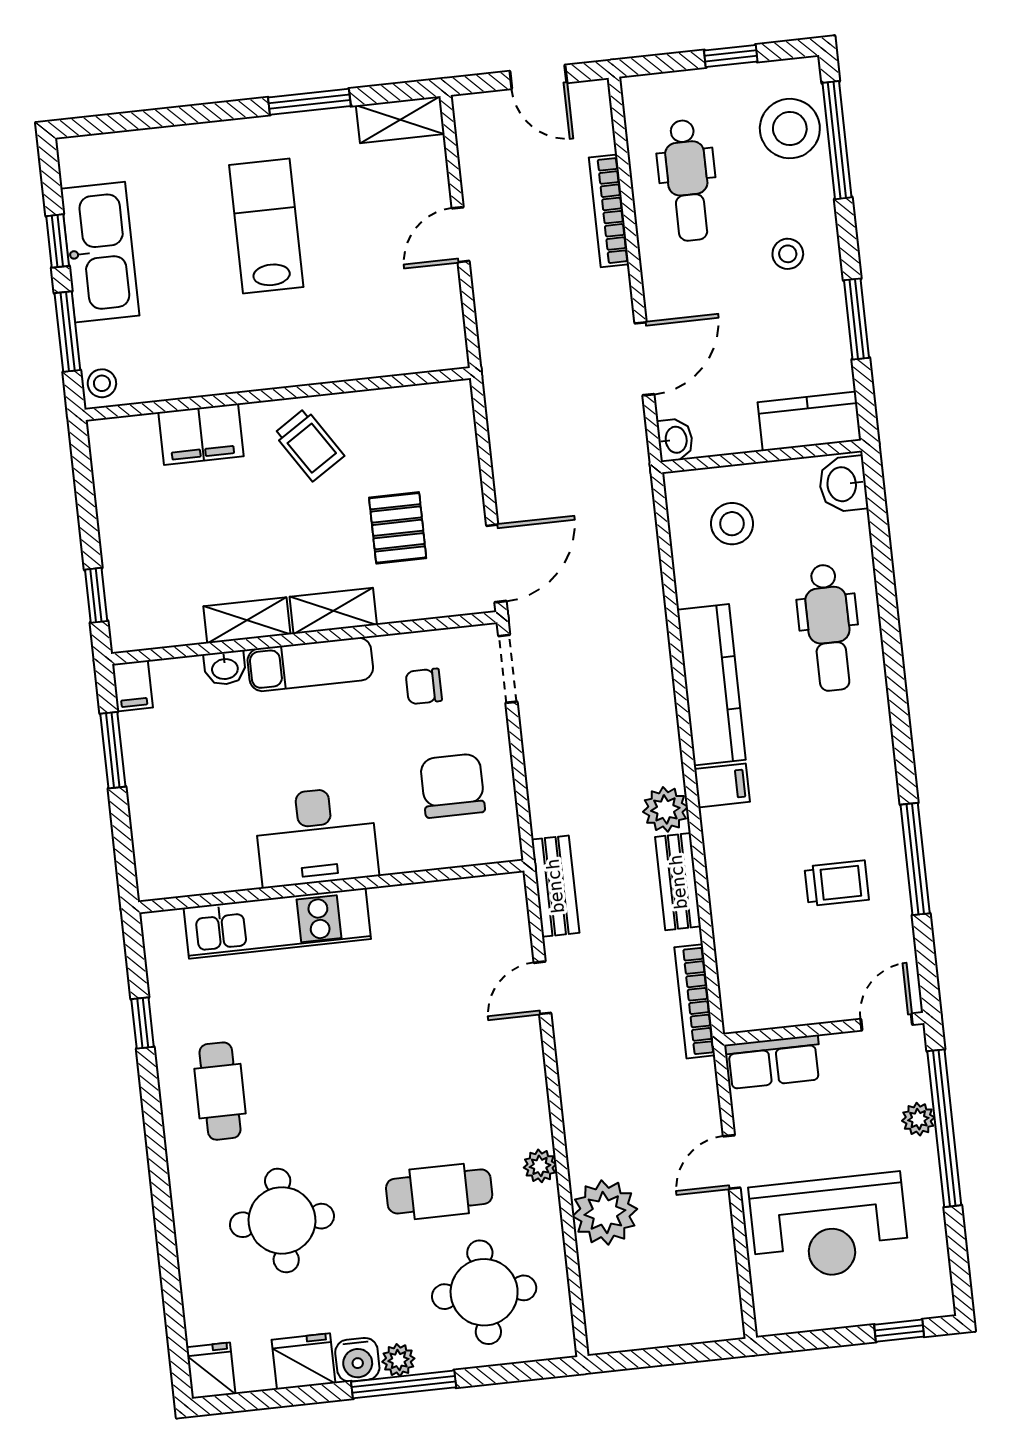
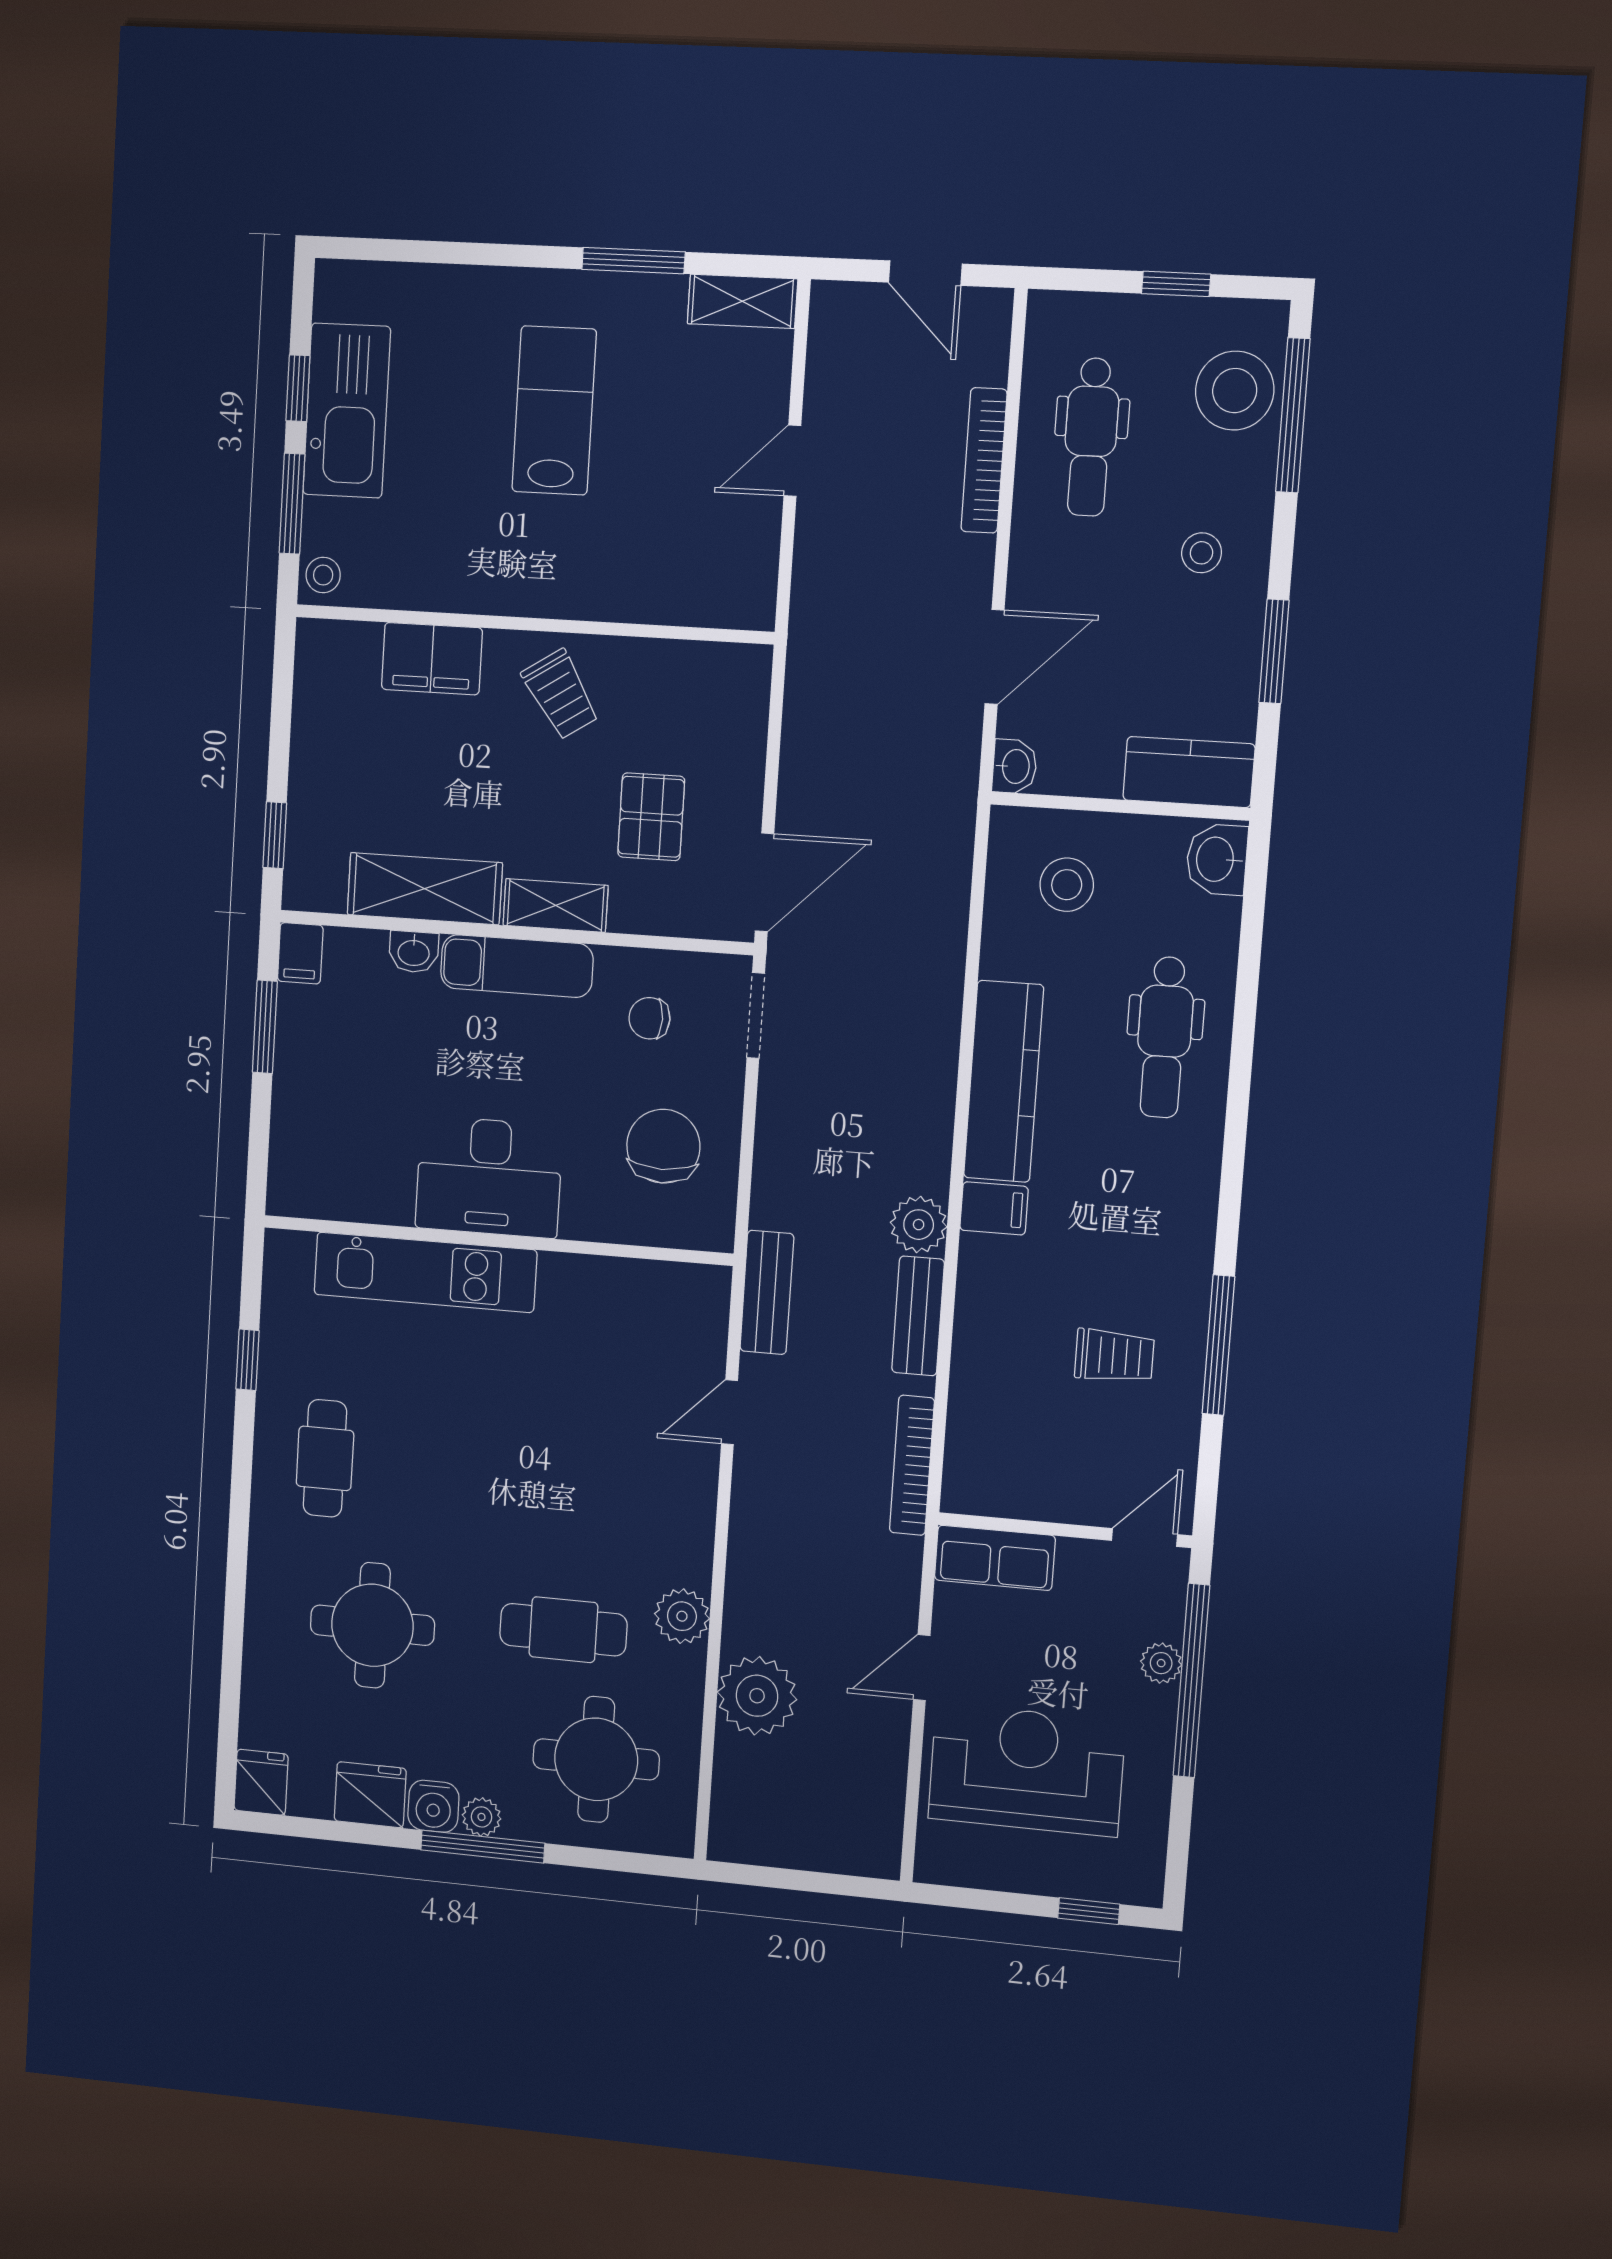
shelving: (247, 620) -> (425, 889), width x1.50, depth x1.33
plant: (540, 1166) -> (682, 1616), width x1.38, depth x1.38
reception desk: (829, 1227) -> (1027, 1770), turned 180

